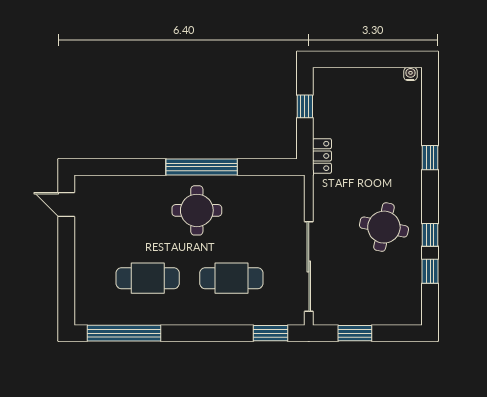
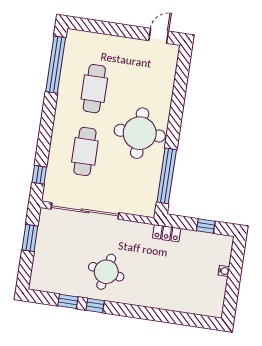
water cooler: (410, 74) -> (224, 271), moved
window: (430, 158) -> (153, 314), removed
window: (202, 167) -> (167, 176), moved
round table: (197, 210) -> (140, 133), width x1.36, depth x1.36
window: (271, 333) -> (39, 175), width x0.67

